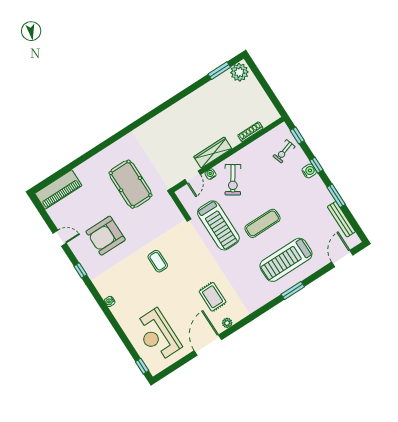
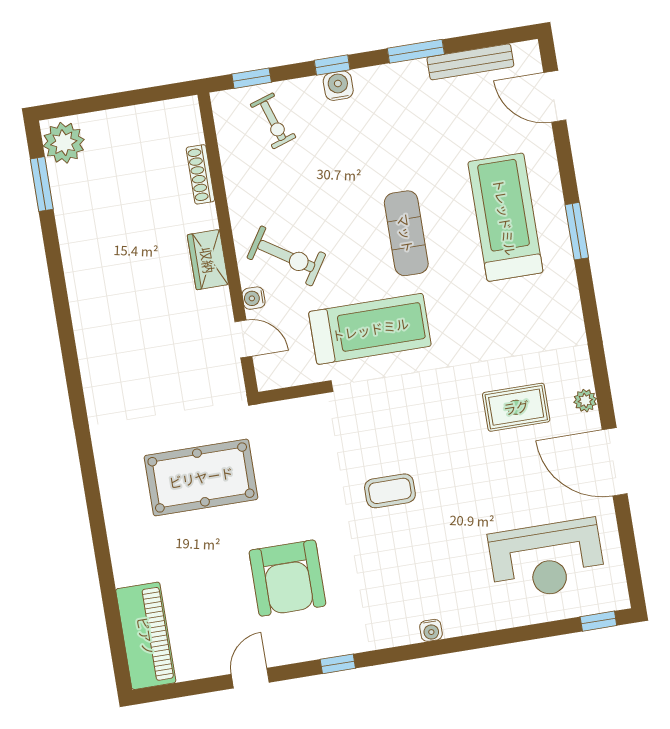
wardrobe: (213, 153) -> (208, 260), width x0.67
treadmill: (286, 260) -> (505, 217), turned 180

